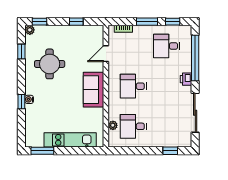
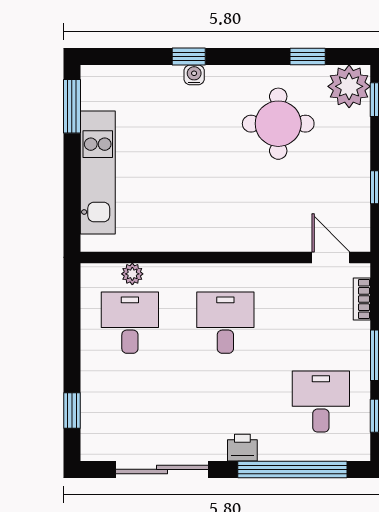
plant: (30, 30) -> (349, 86), width x1.88, depth x1.88
door: (106, 54) -> (331, 257), moved
sofa: (93, 90) -> (217, 228), removed

